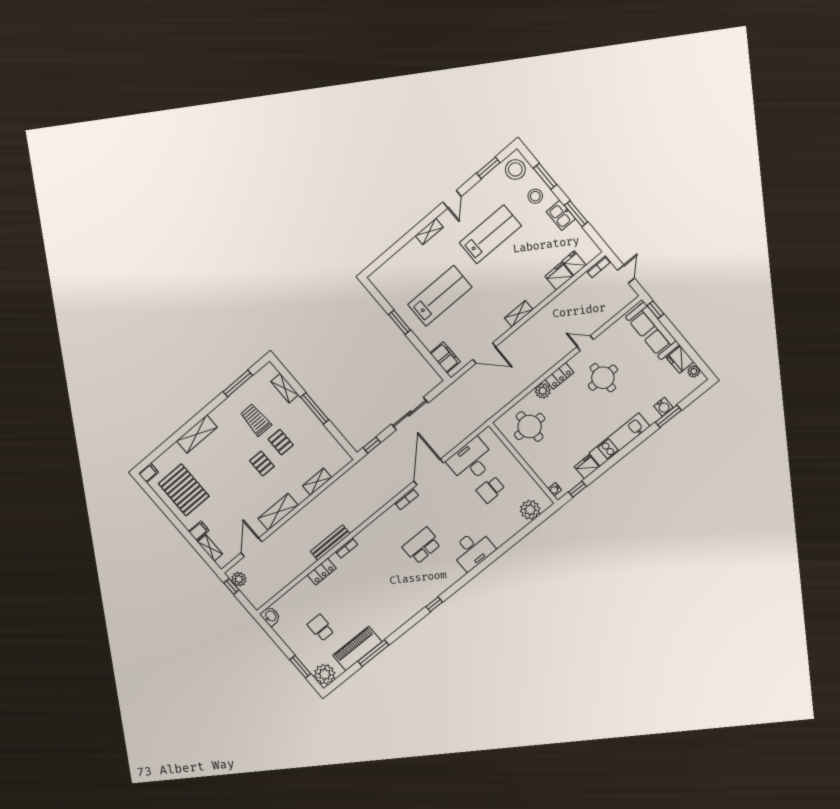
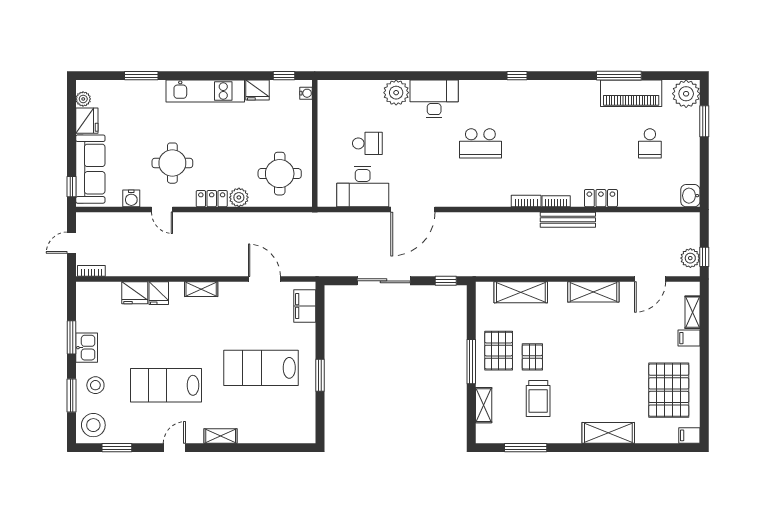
fridge: (574, 263) -> (159, 293), moved
water cooler: (663, 407) -> (131, 198), moved, turned 180
pallet: (262, 464) -> (499, 351), moved, width x1.50, depth x1.42
shelving: (317, 482) -> (521, 292), width x1.50, depth x1.33
bookcase: (407, 499) -> (526, 201), moved
plant: (530, 510) -> (396, 93), moved

